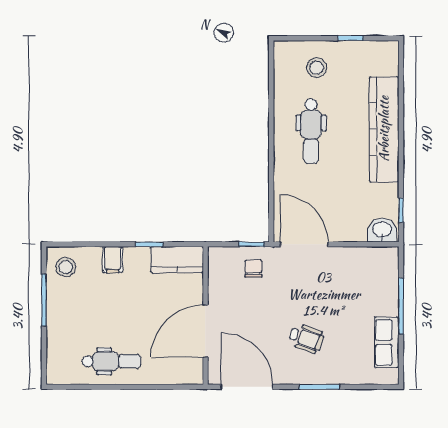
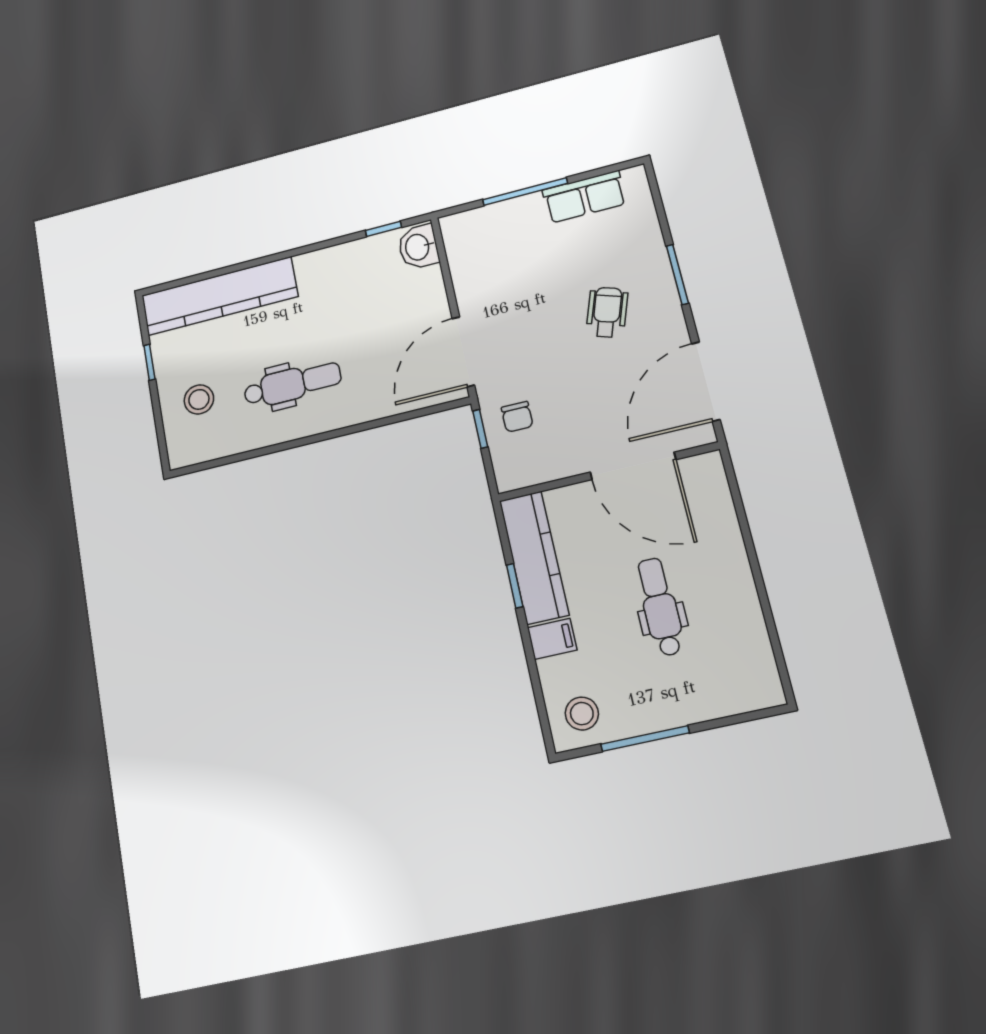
kitchen counter: (384, 129) -> (219, 296), moved
kitchen counter: (177, 260) -> (534, 557), width x1.50
chair: (253, 269) -> (517, 417), turned -90
dental chair: (111, 361) -> (660, 607), moved

